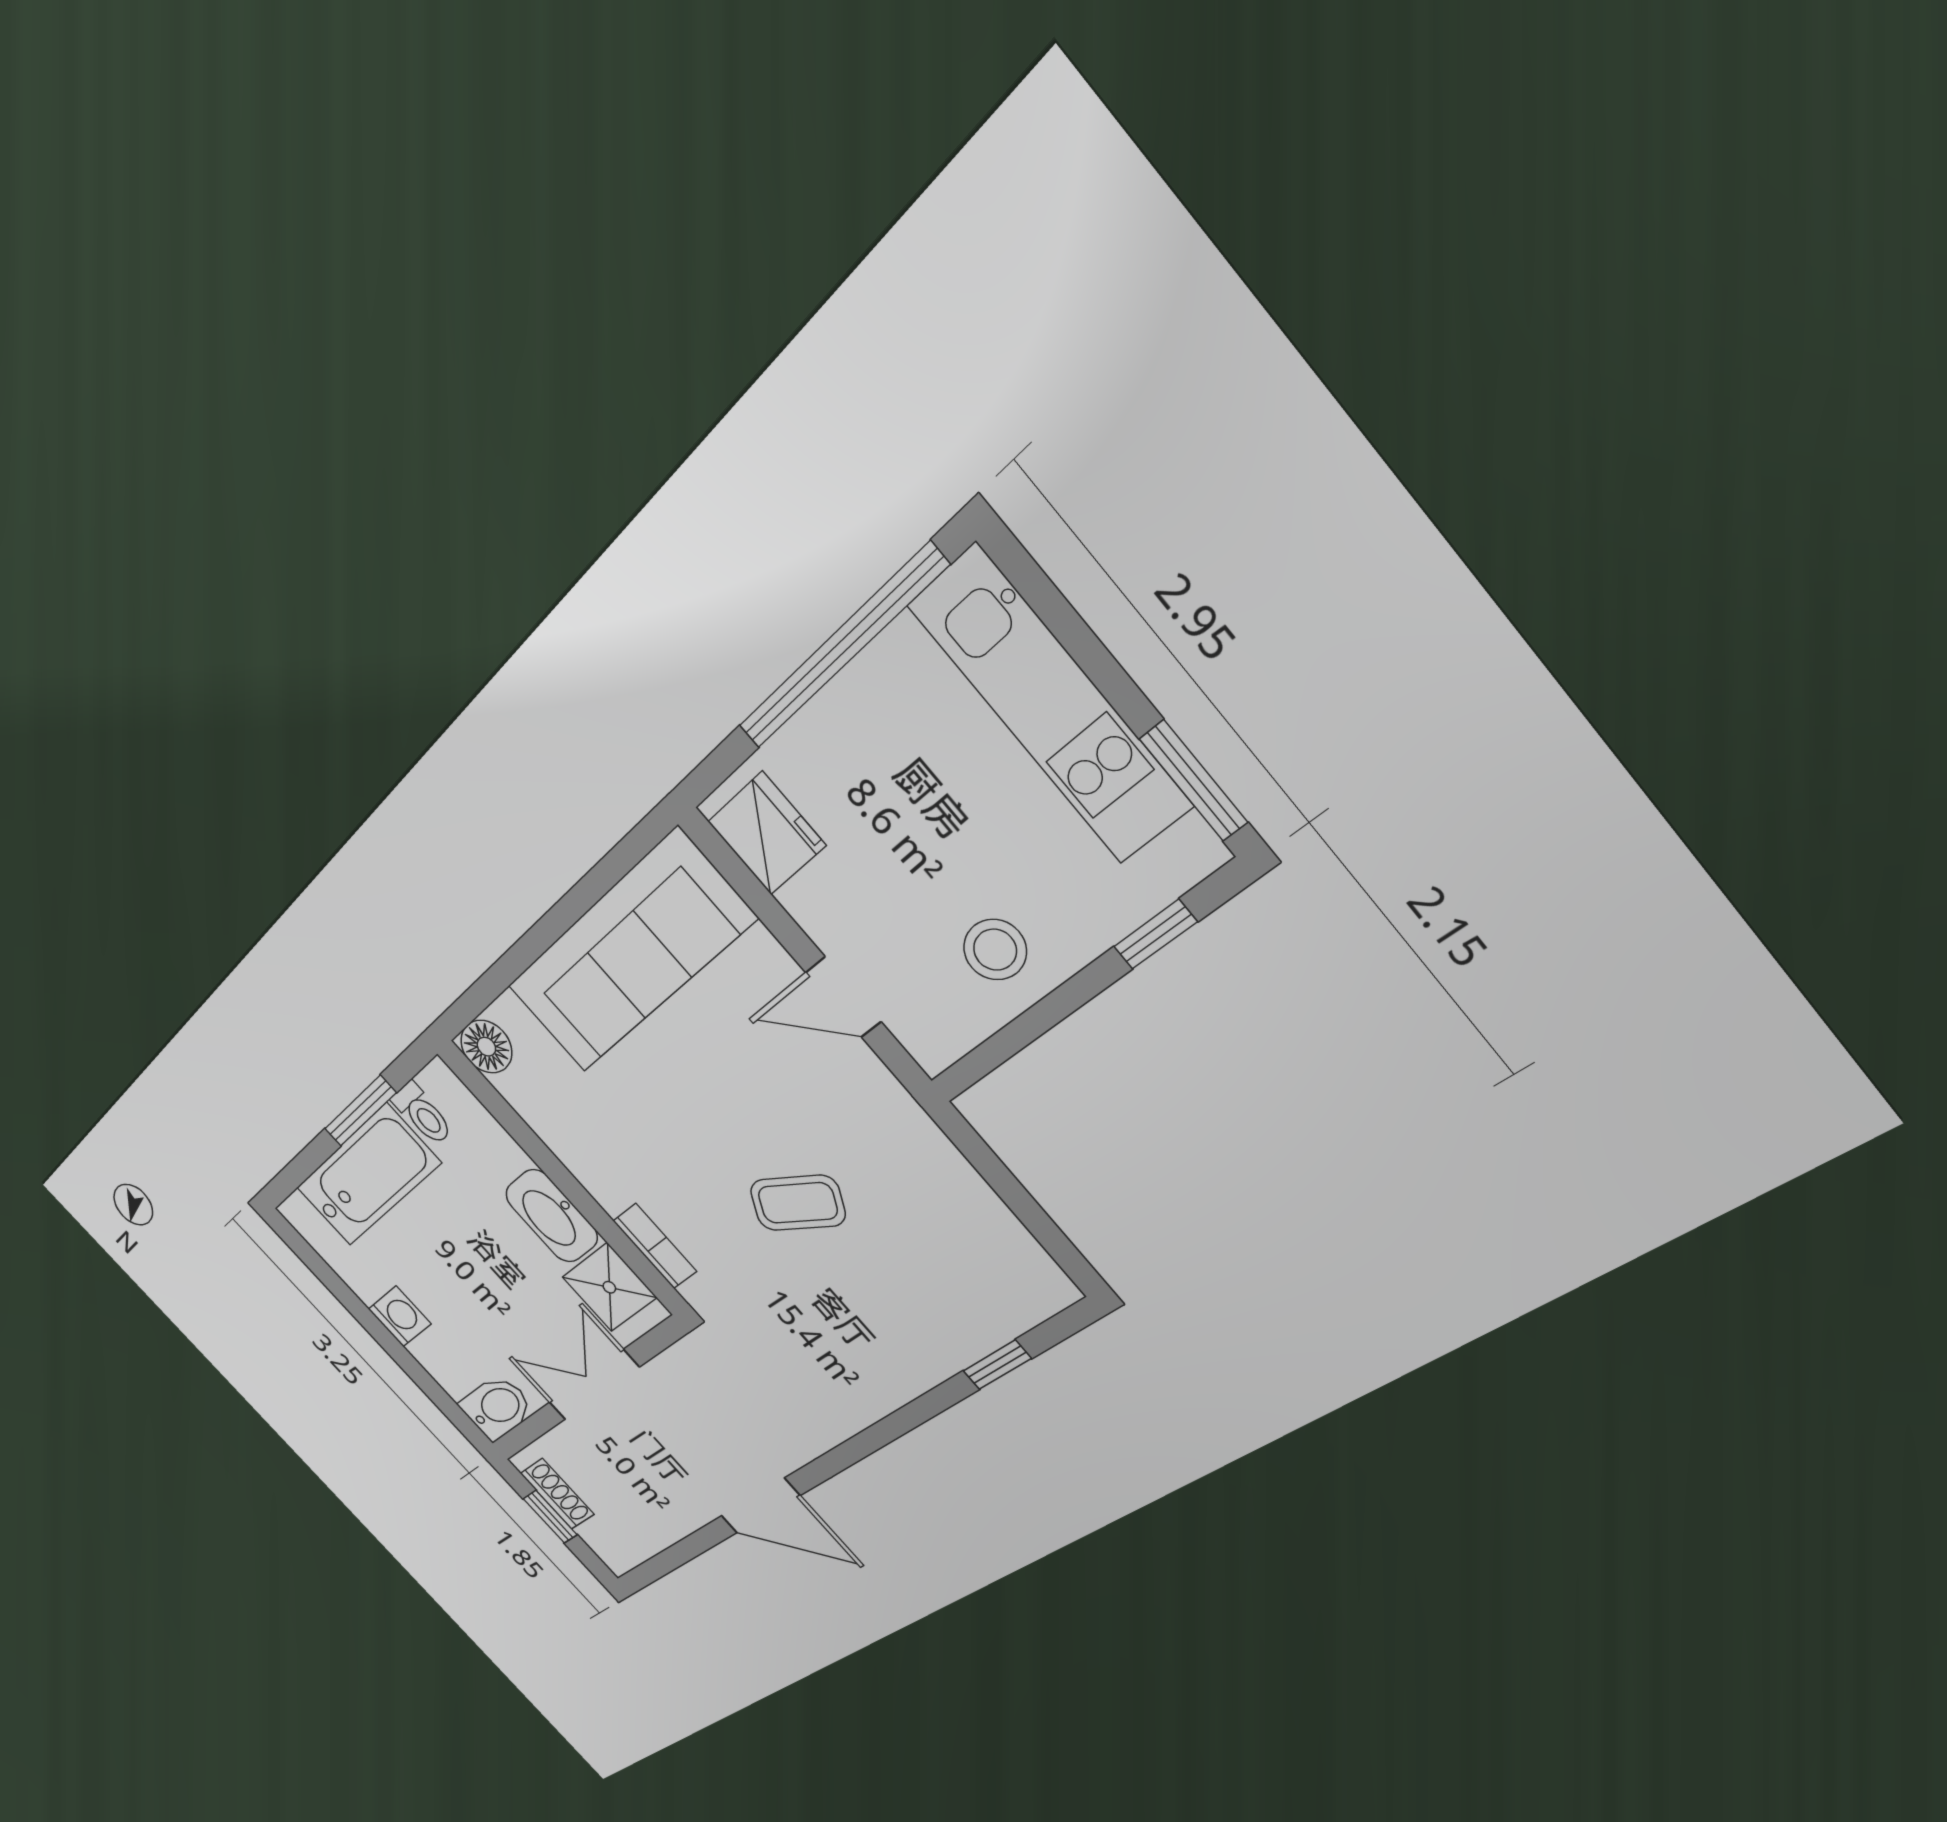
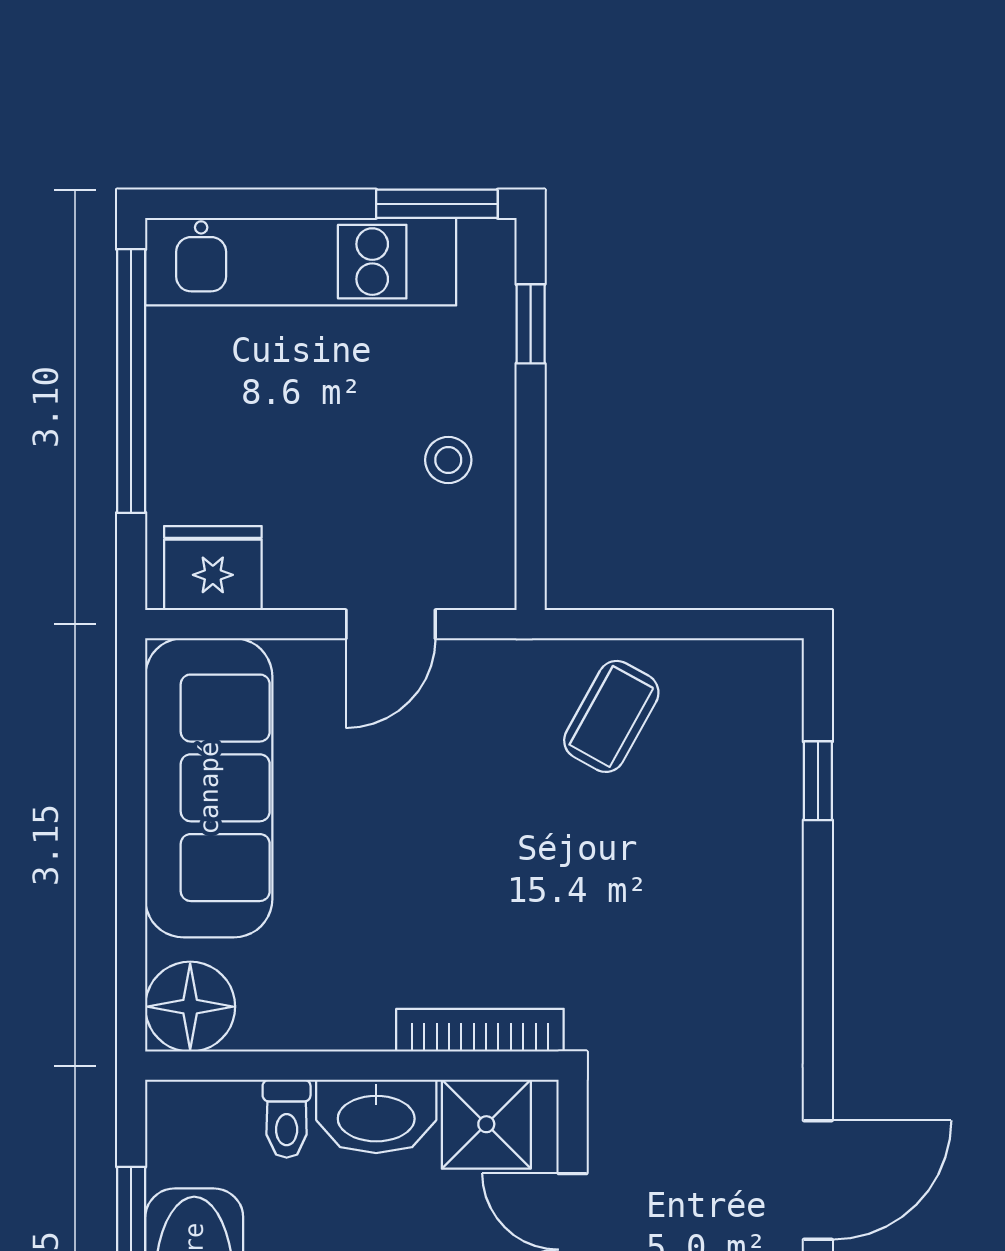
stool: (995, 950) -> (448, 460), width x0.73, depth x0.73
floor lamp: (486, 1047) -> (190, 1007), width x1.38, depth x1.38
toilet: (422, 1114) -> (287, 1119), moved, turned 90
coffee table: (798, 1203) -> (611, 716), moved
bookcase: (655, 1246) -> (480, 1030), width x1.56

